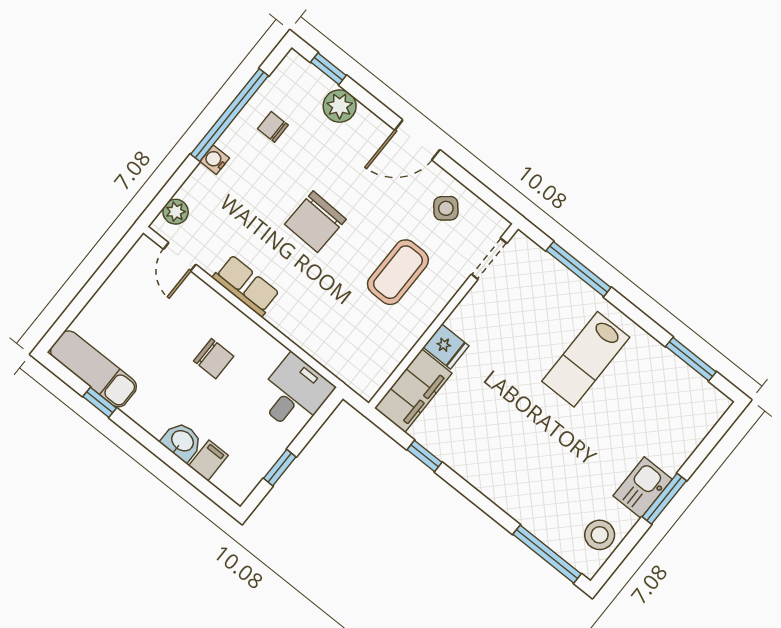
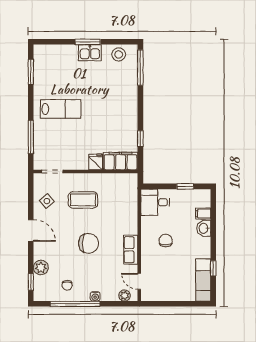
door: (180, 257) -> (139, 281), swing flipped

